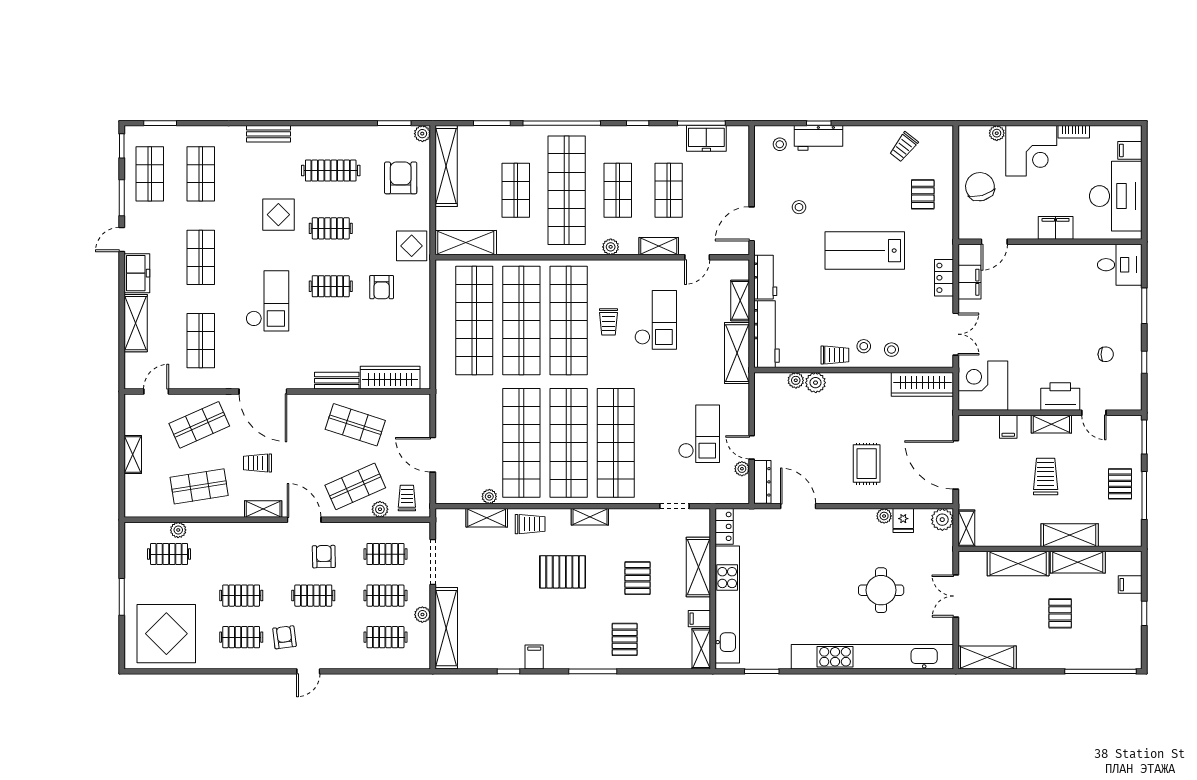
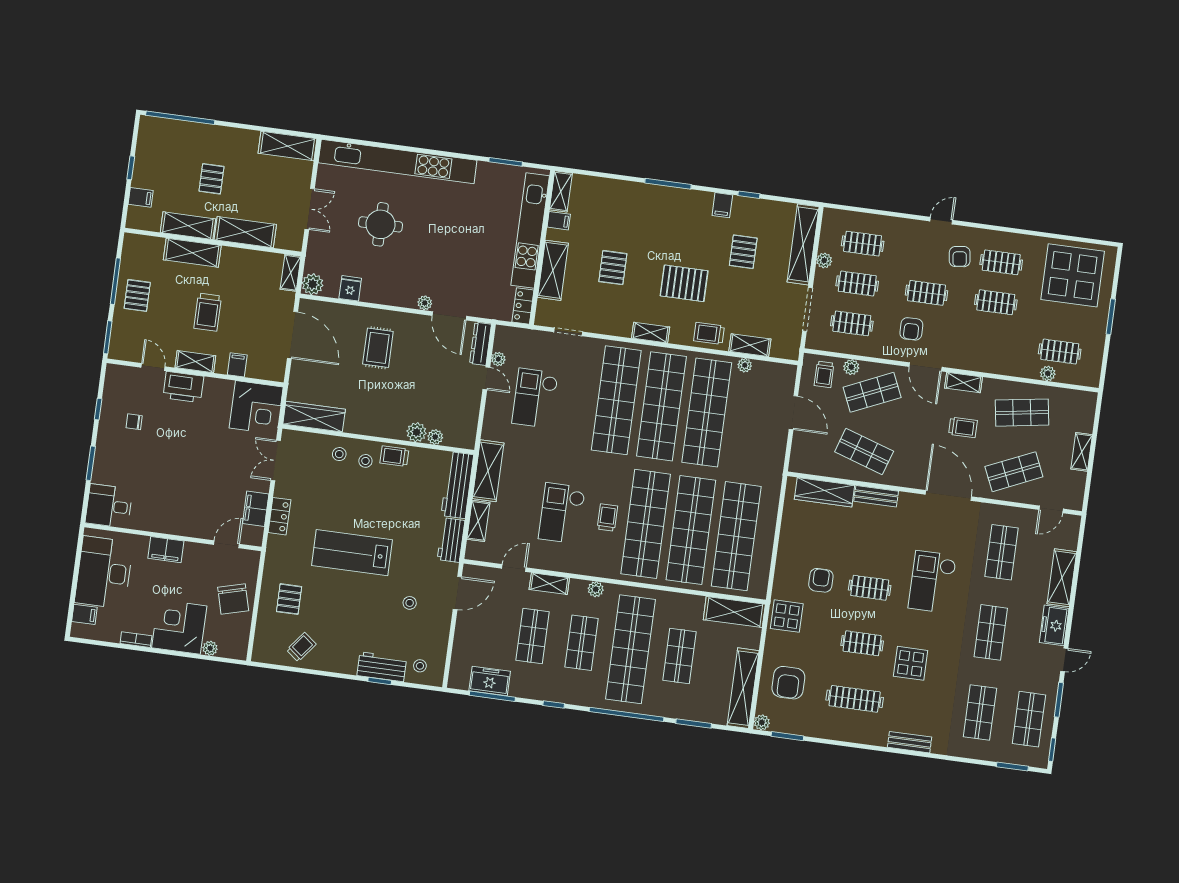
lab bench: (865, 251) -> (352, 553), turned 180
plant: (884, 516) -> (425, 303), moved
pallet: (625, 639) -> (743, 252), moved

